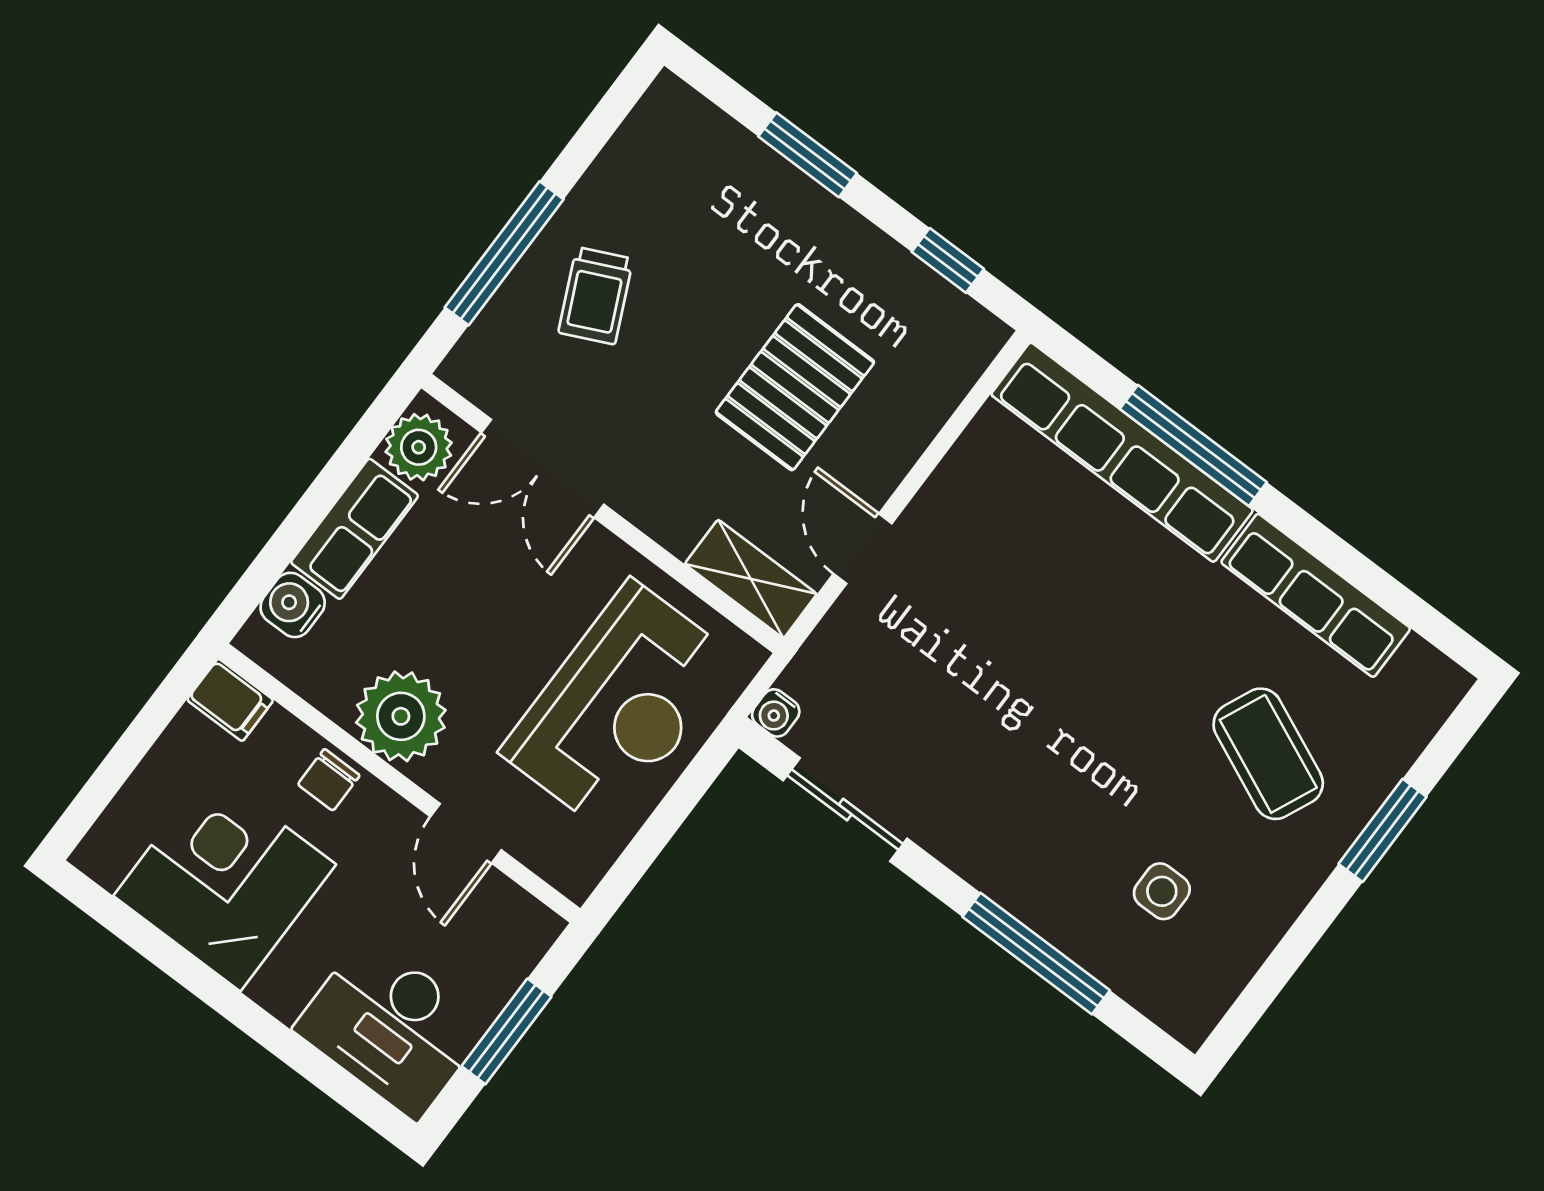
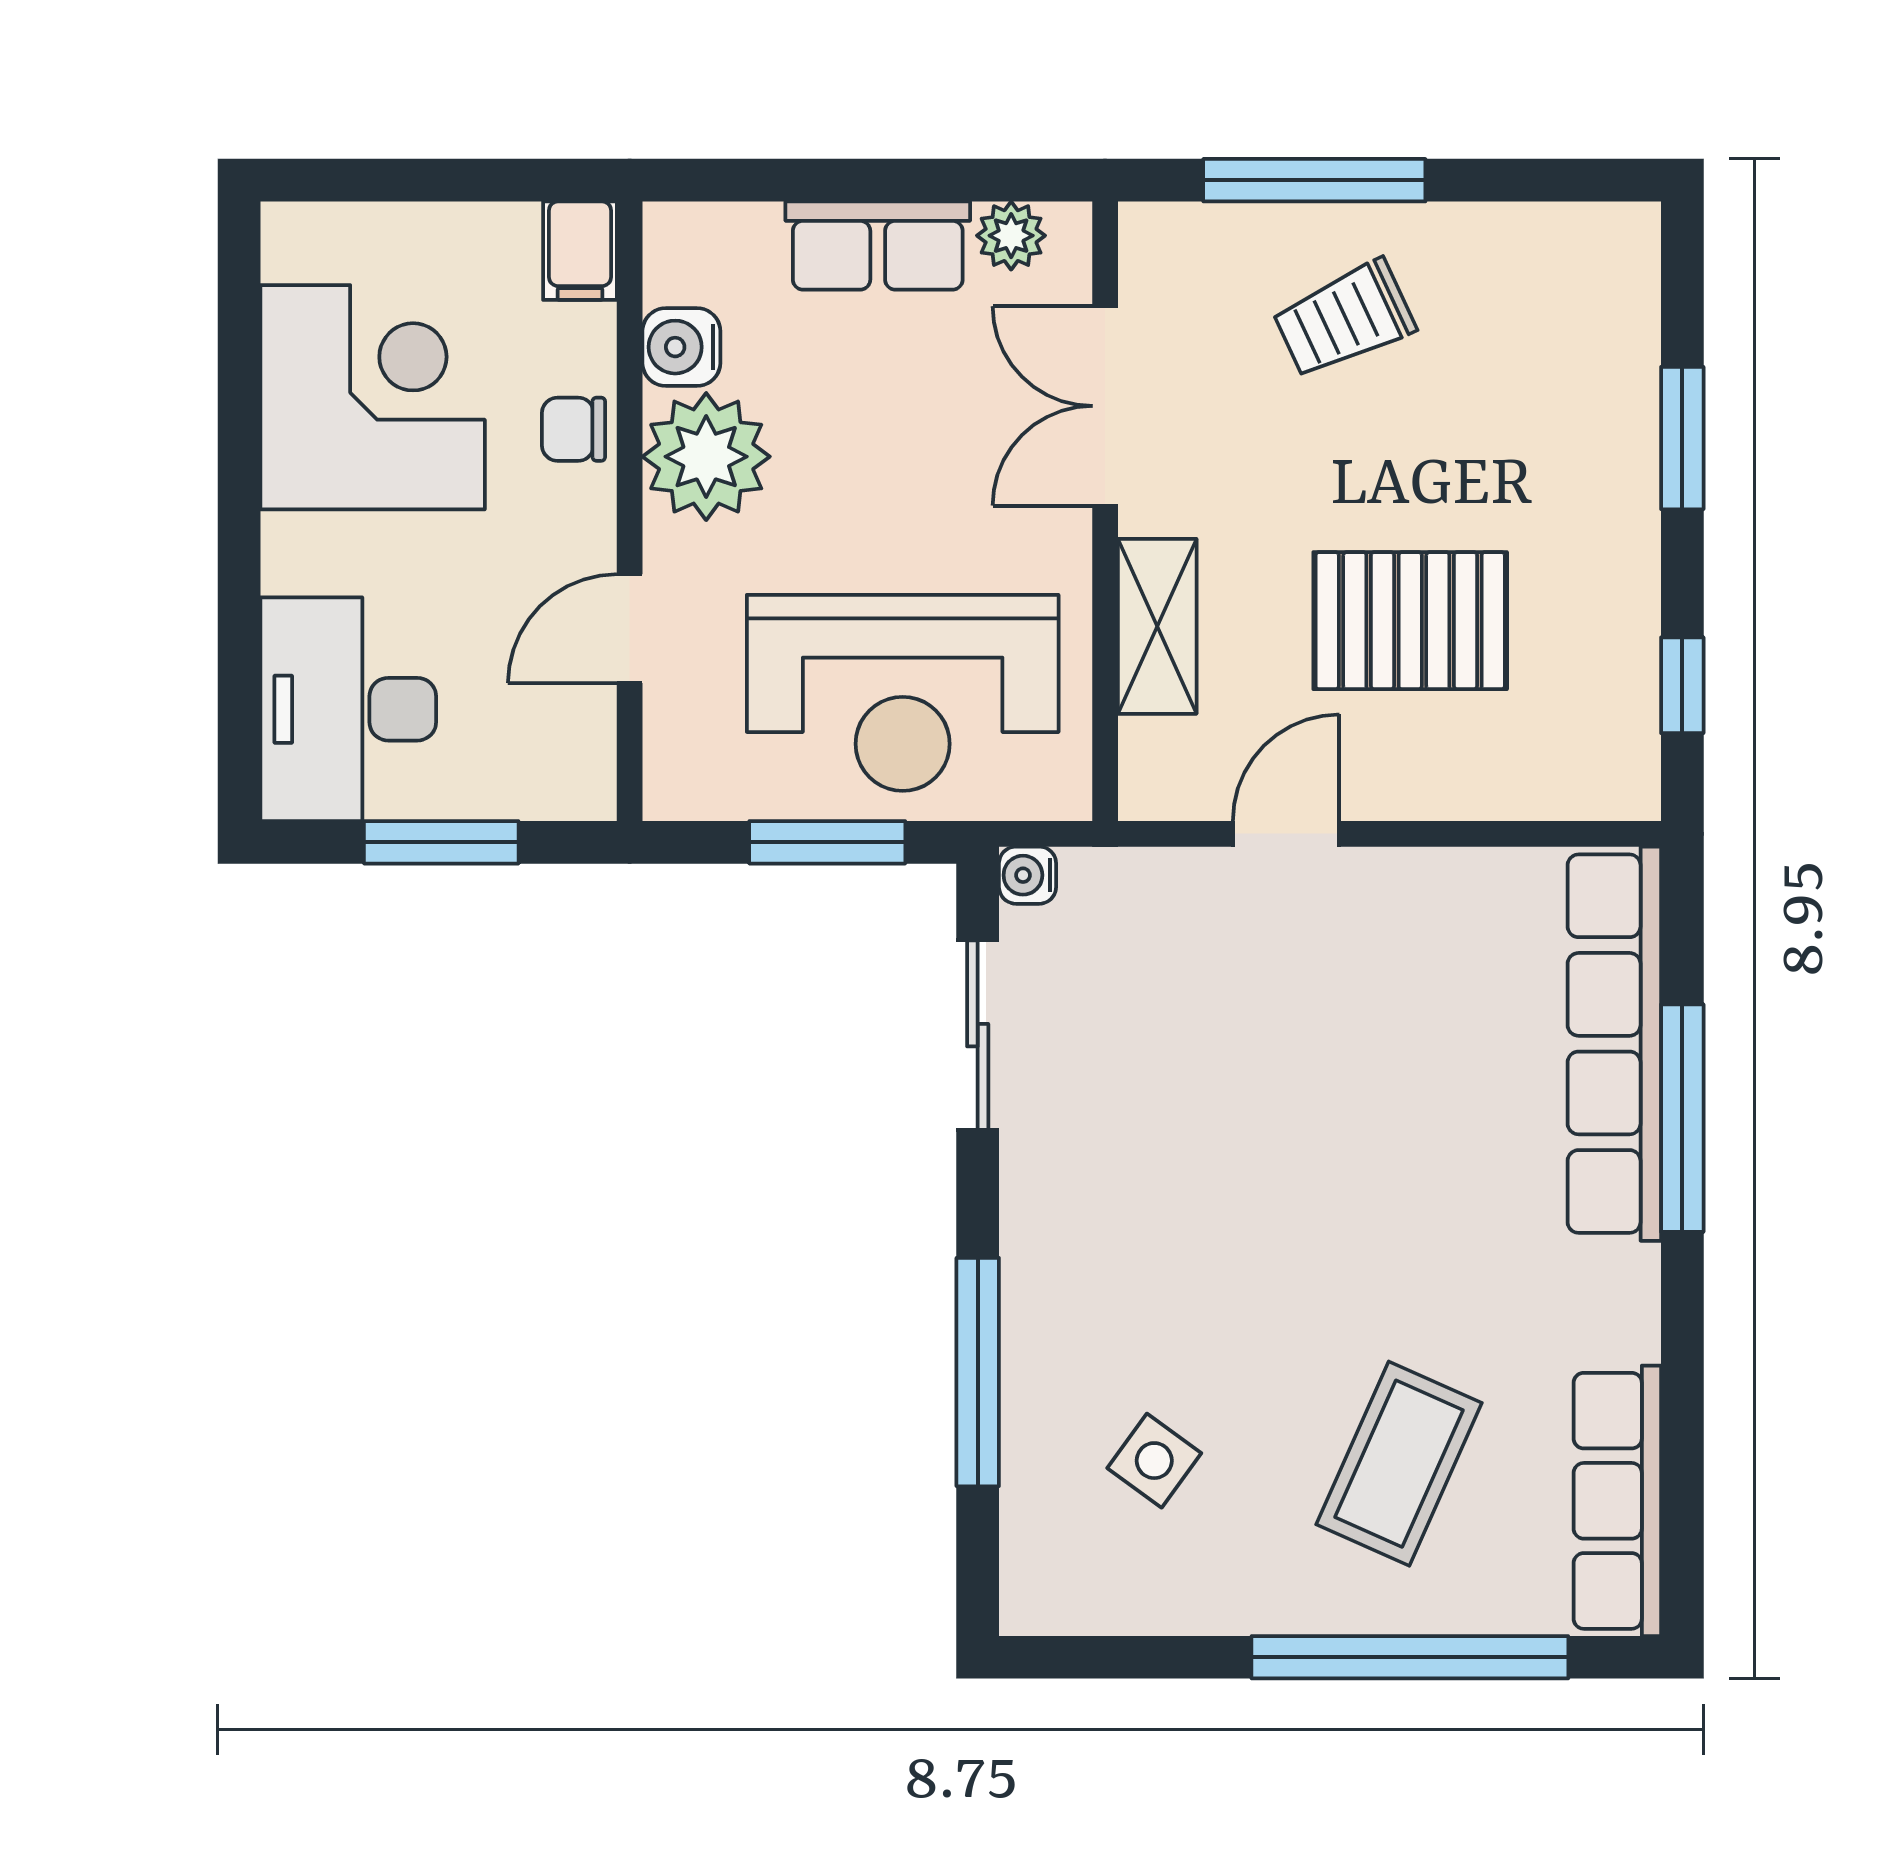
plant: (419, 447) -> (1011, 236), width x0.73, depth x0.73
shelving: (751, 579) -> (1157, 626), moved
row of seats: (1316, 595) -> (1617, 1501), moved
water cooler: (293, 605) -> (681, 347), moved, turned -90
window: (671, 813) -> (827, 842), added
window: (1383, 830) -> (1410, 1657), width x2.11
side table: (1162, 891) -> (1154, 1461), turned 36

